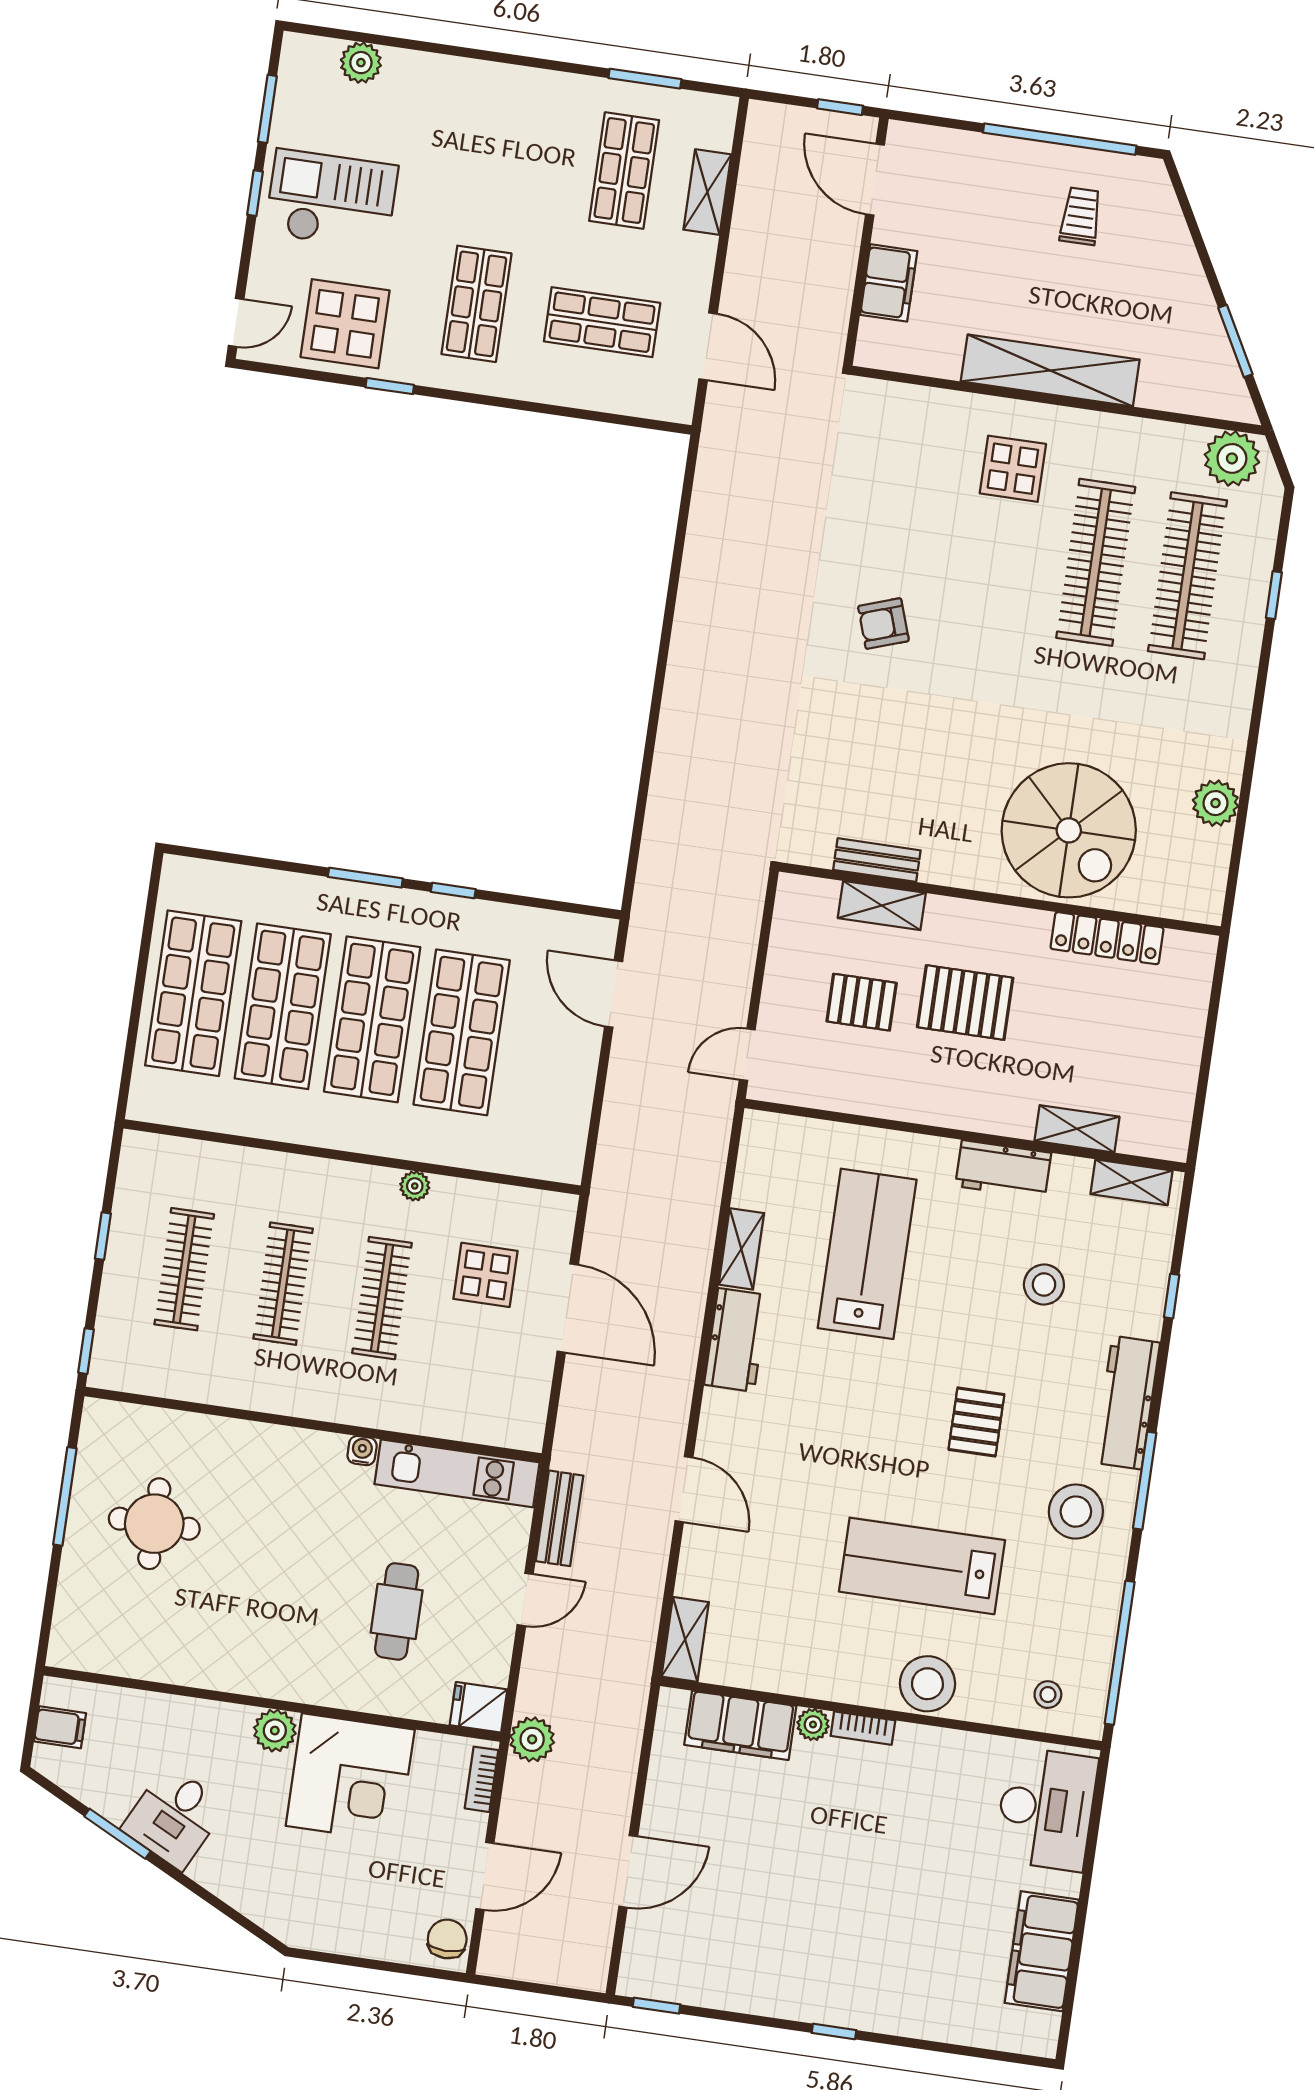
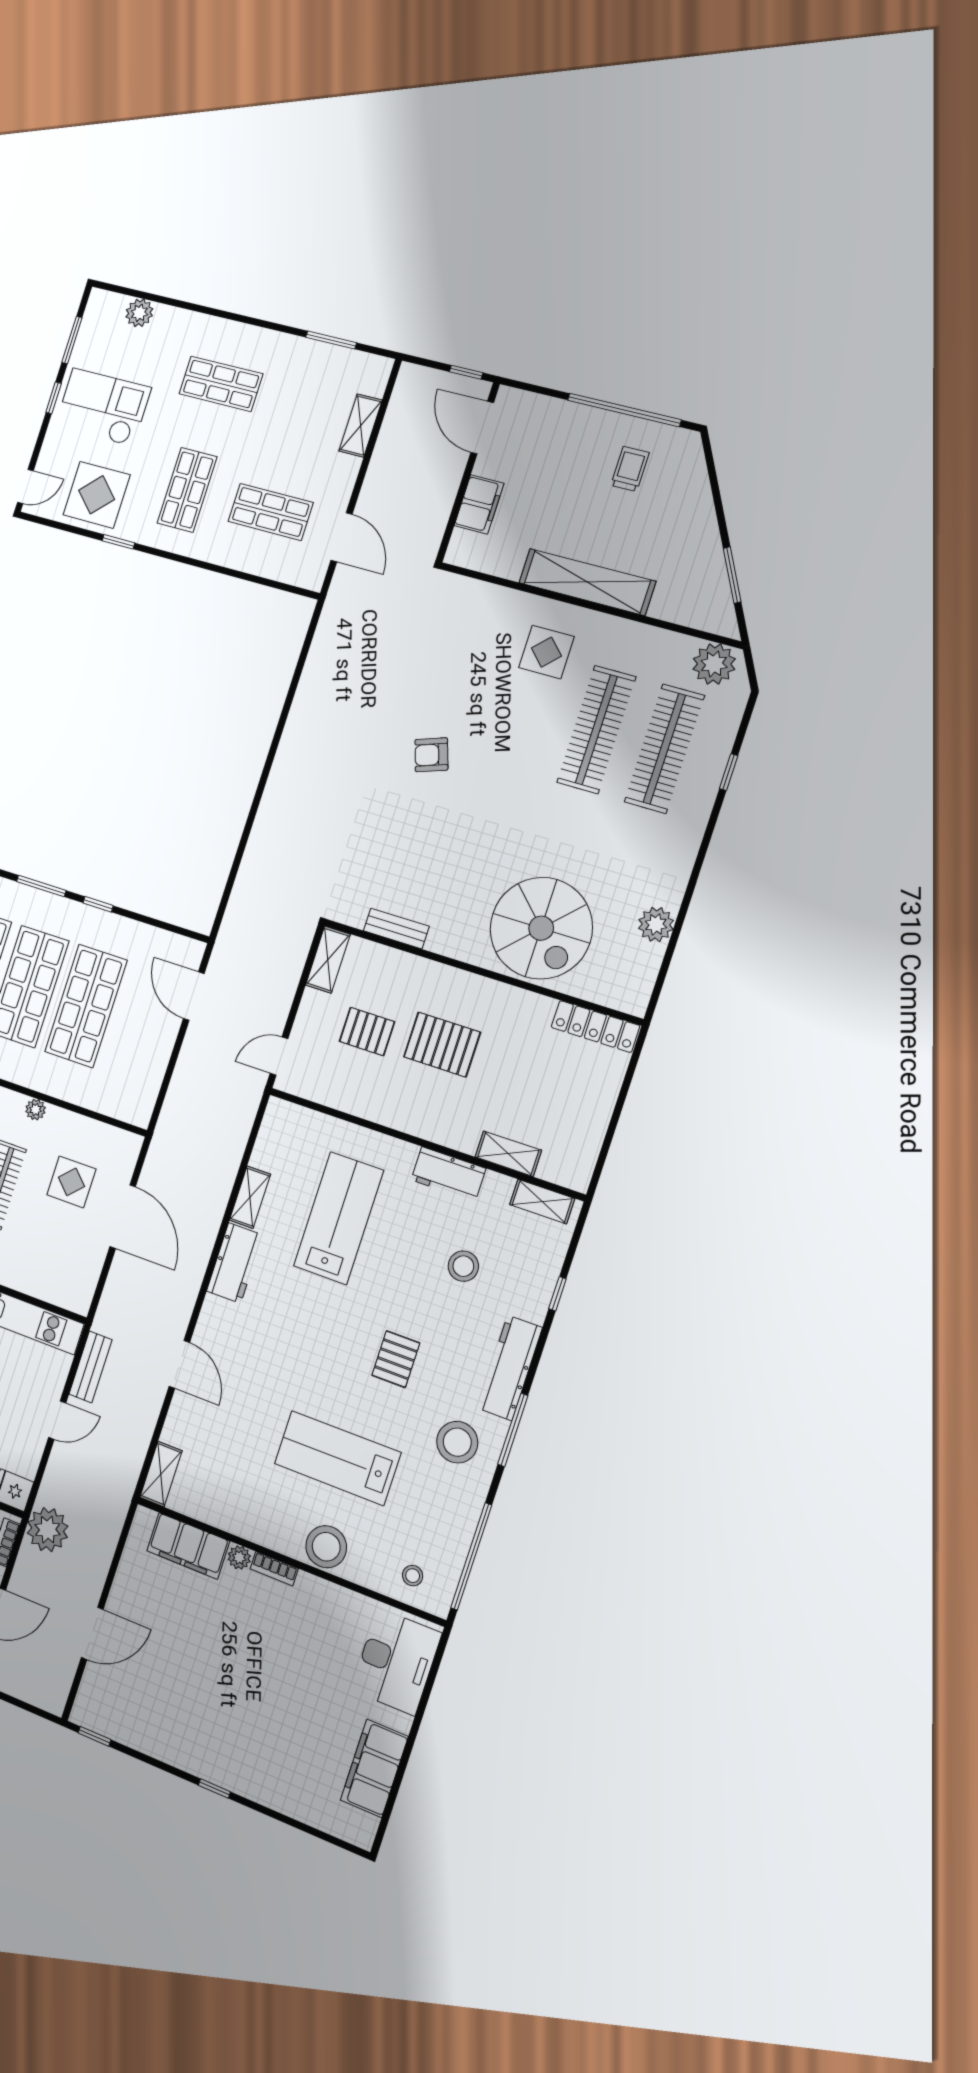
shop shelf: (624, 170) -> (221, 384), moved, turned 90
shelving: (882, 906) -> (328, 960), moved, turned 90
locker: (1107, 938) -> (595, 1027), moved
plant: (532, 1739) -> (48, 1530), width x1.36, depth x1.36

